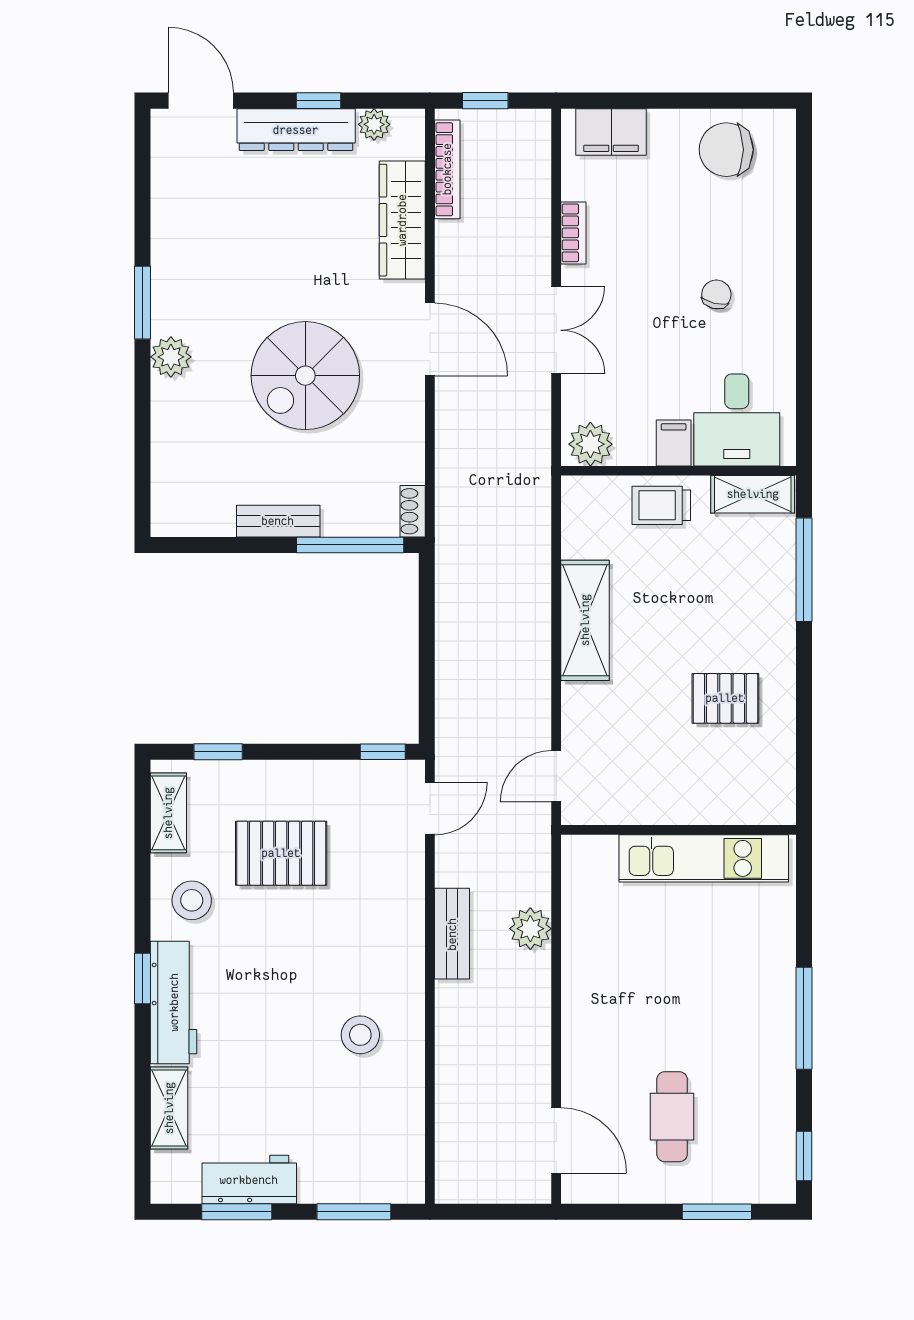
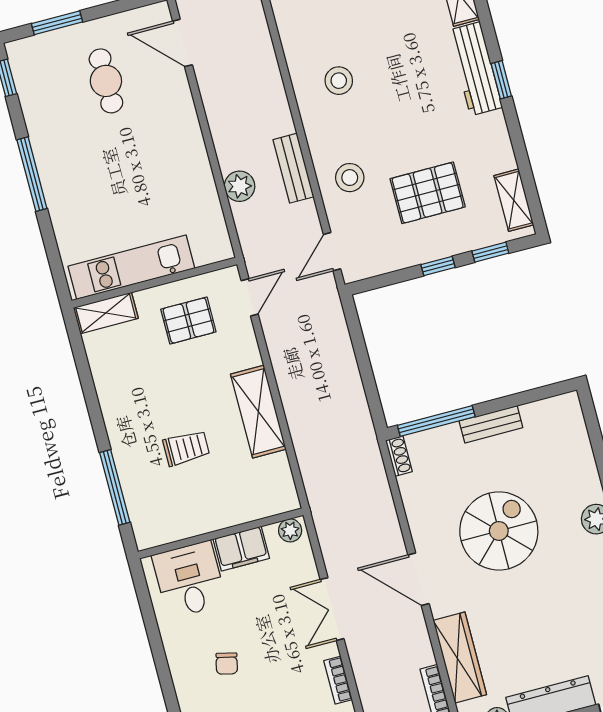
filing cabinet: (674, 443) -> (241, 549), width x2.00
plant: (590, 444) -> (290, 530), width x0.73, depth x0.73
shelving: (753, 494) -> (106, 313), moved
trolley: (661, 505) -> (186, 448), moved
pallet: (725, 698) -> (188, 321), moved
window: (383, 752) -> (438, 266), moved
stool: (192, 900) -> (350, 178), moved

